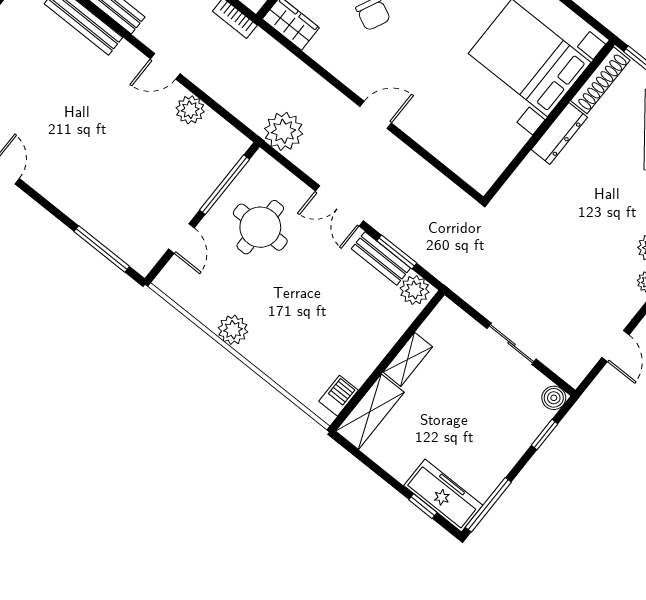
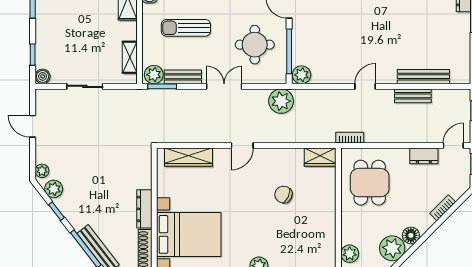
plant: (190, 110) -> (302, 75), moved
wardrobe: (454, 154) -> (188, 157), added
window: (397, 252) -> (162, 86), moved
sun lounger: (329, 316) -> (186, 28), added
shelving: (408, 359) -> (130, 57), moved

